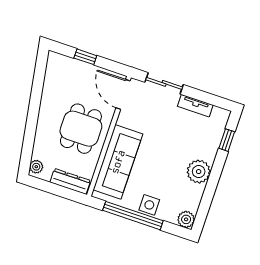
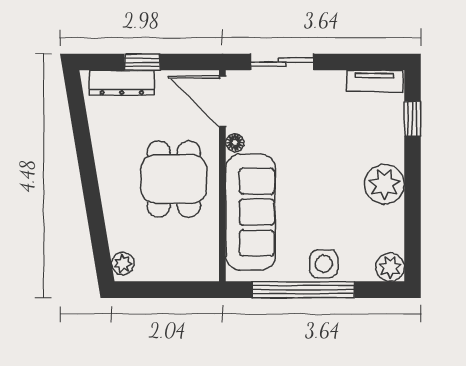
tv unit: (195, 106) -> (375, 81), moved
floor lamp: (122, 120) -> (235, 143), added
dresser: (70, 181) -> (122, 83), moved, turned 180

